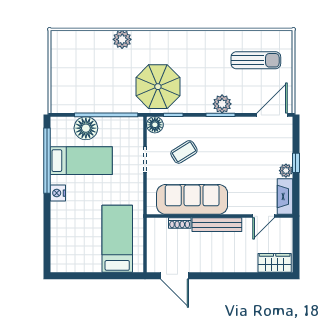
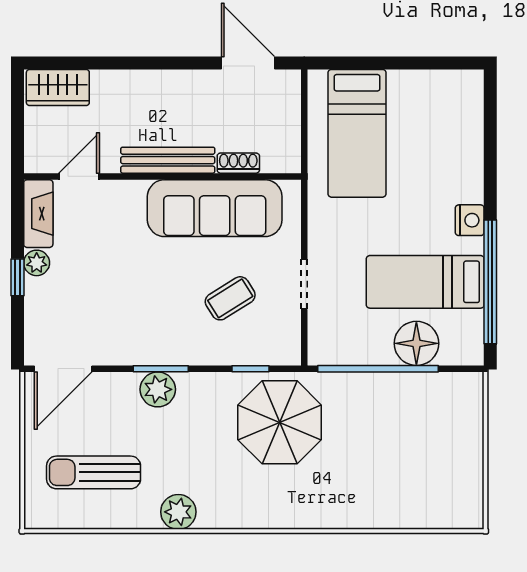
plant: (122, 39) -> (178, 512), moved
floor lamp: (155, 125) -> (285, 350), removed

